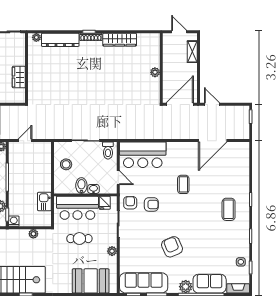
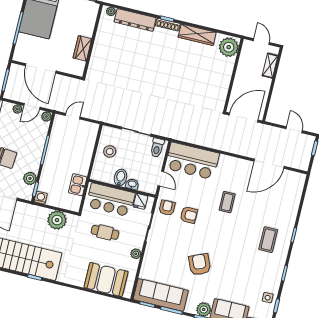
plant: (155, 72) -> (229, 47), moved, width x1.87, depth x1.87
door: (212, 104) -> (294, 130), moved
plant: (33, 234) -> (57, 220), width x1.88, depth x1.88

